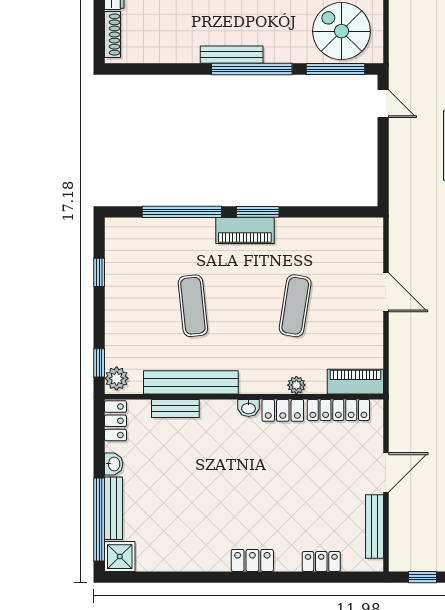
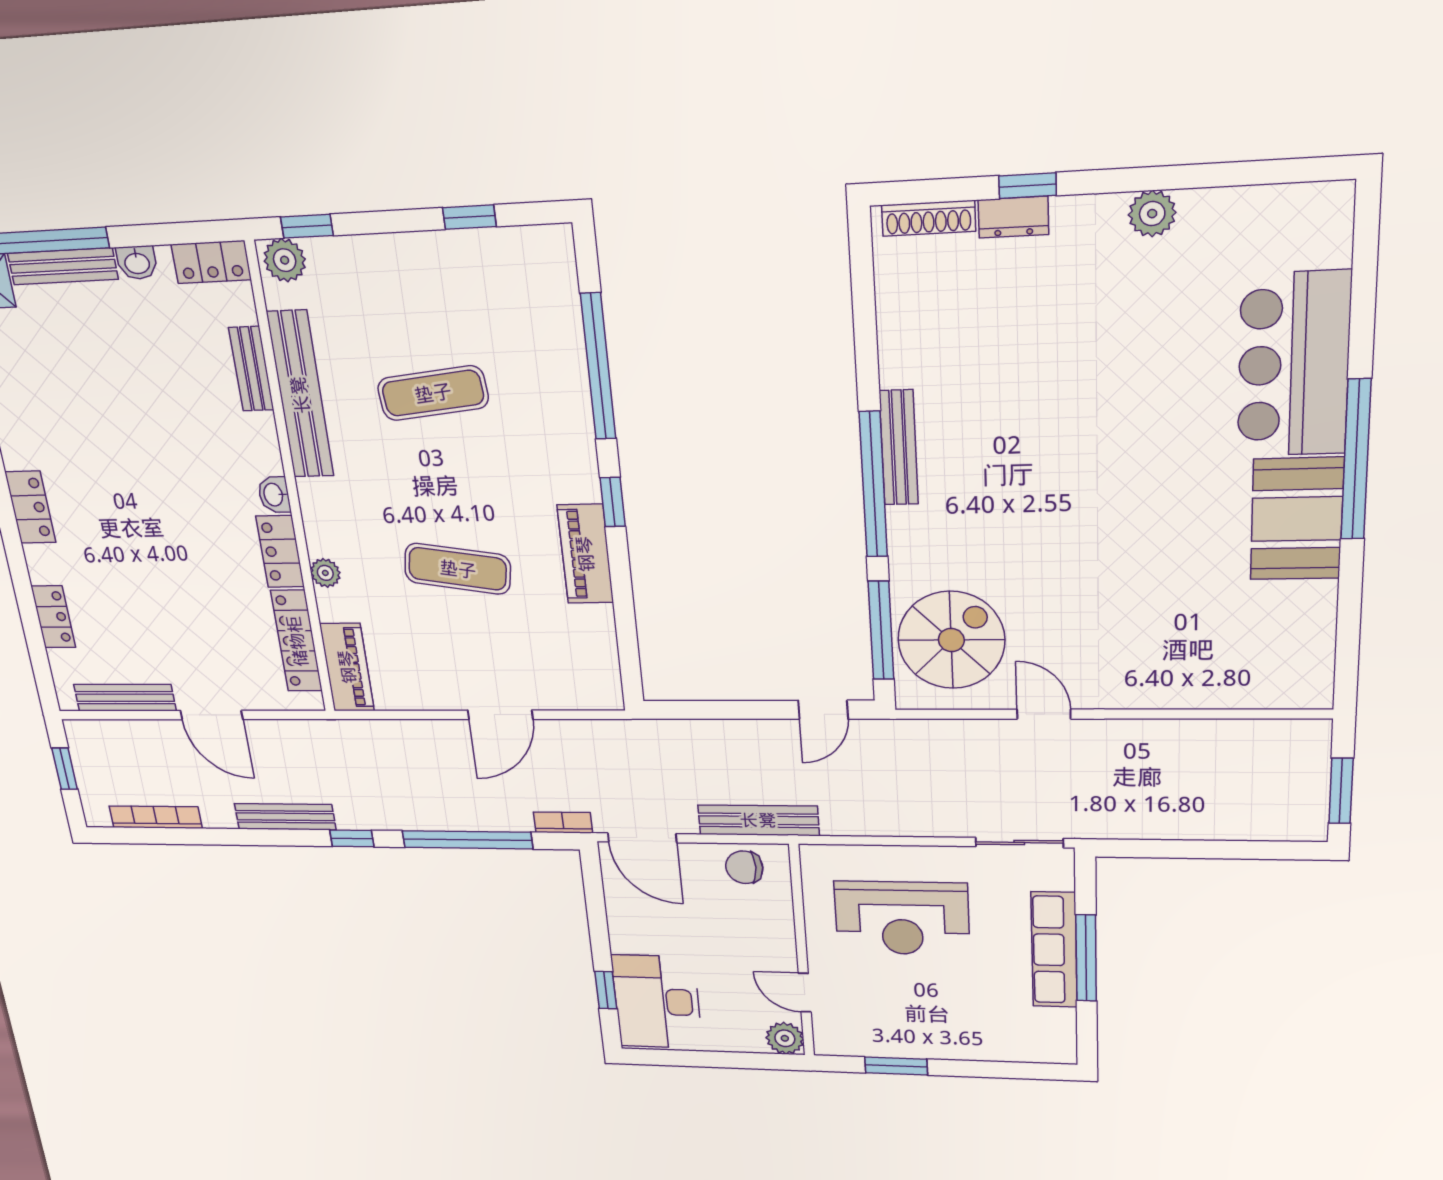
window: (258, 212) -> (613, 502), width x0.67
piano: (245, 230) -> (585, 554), moved

